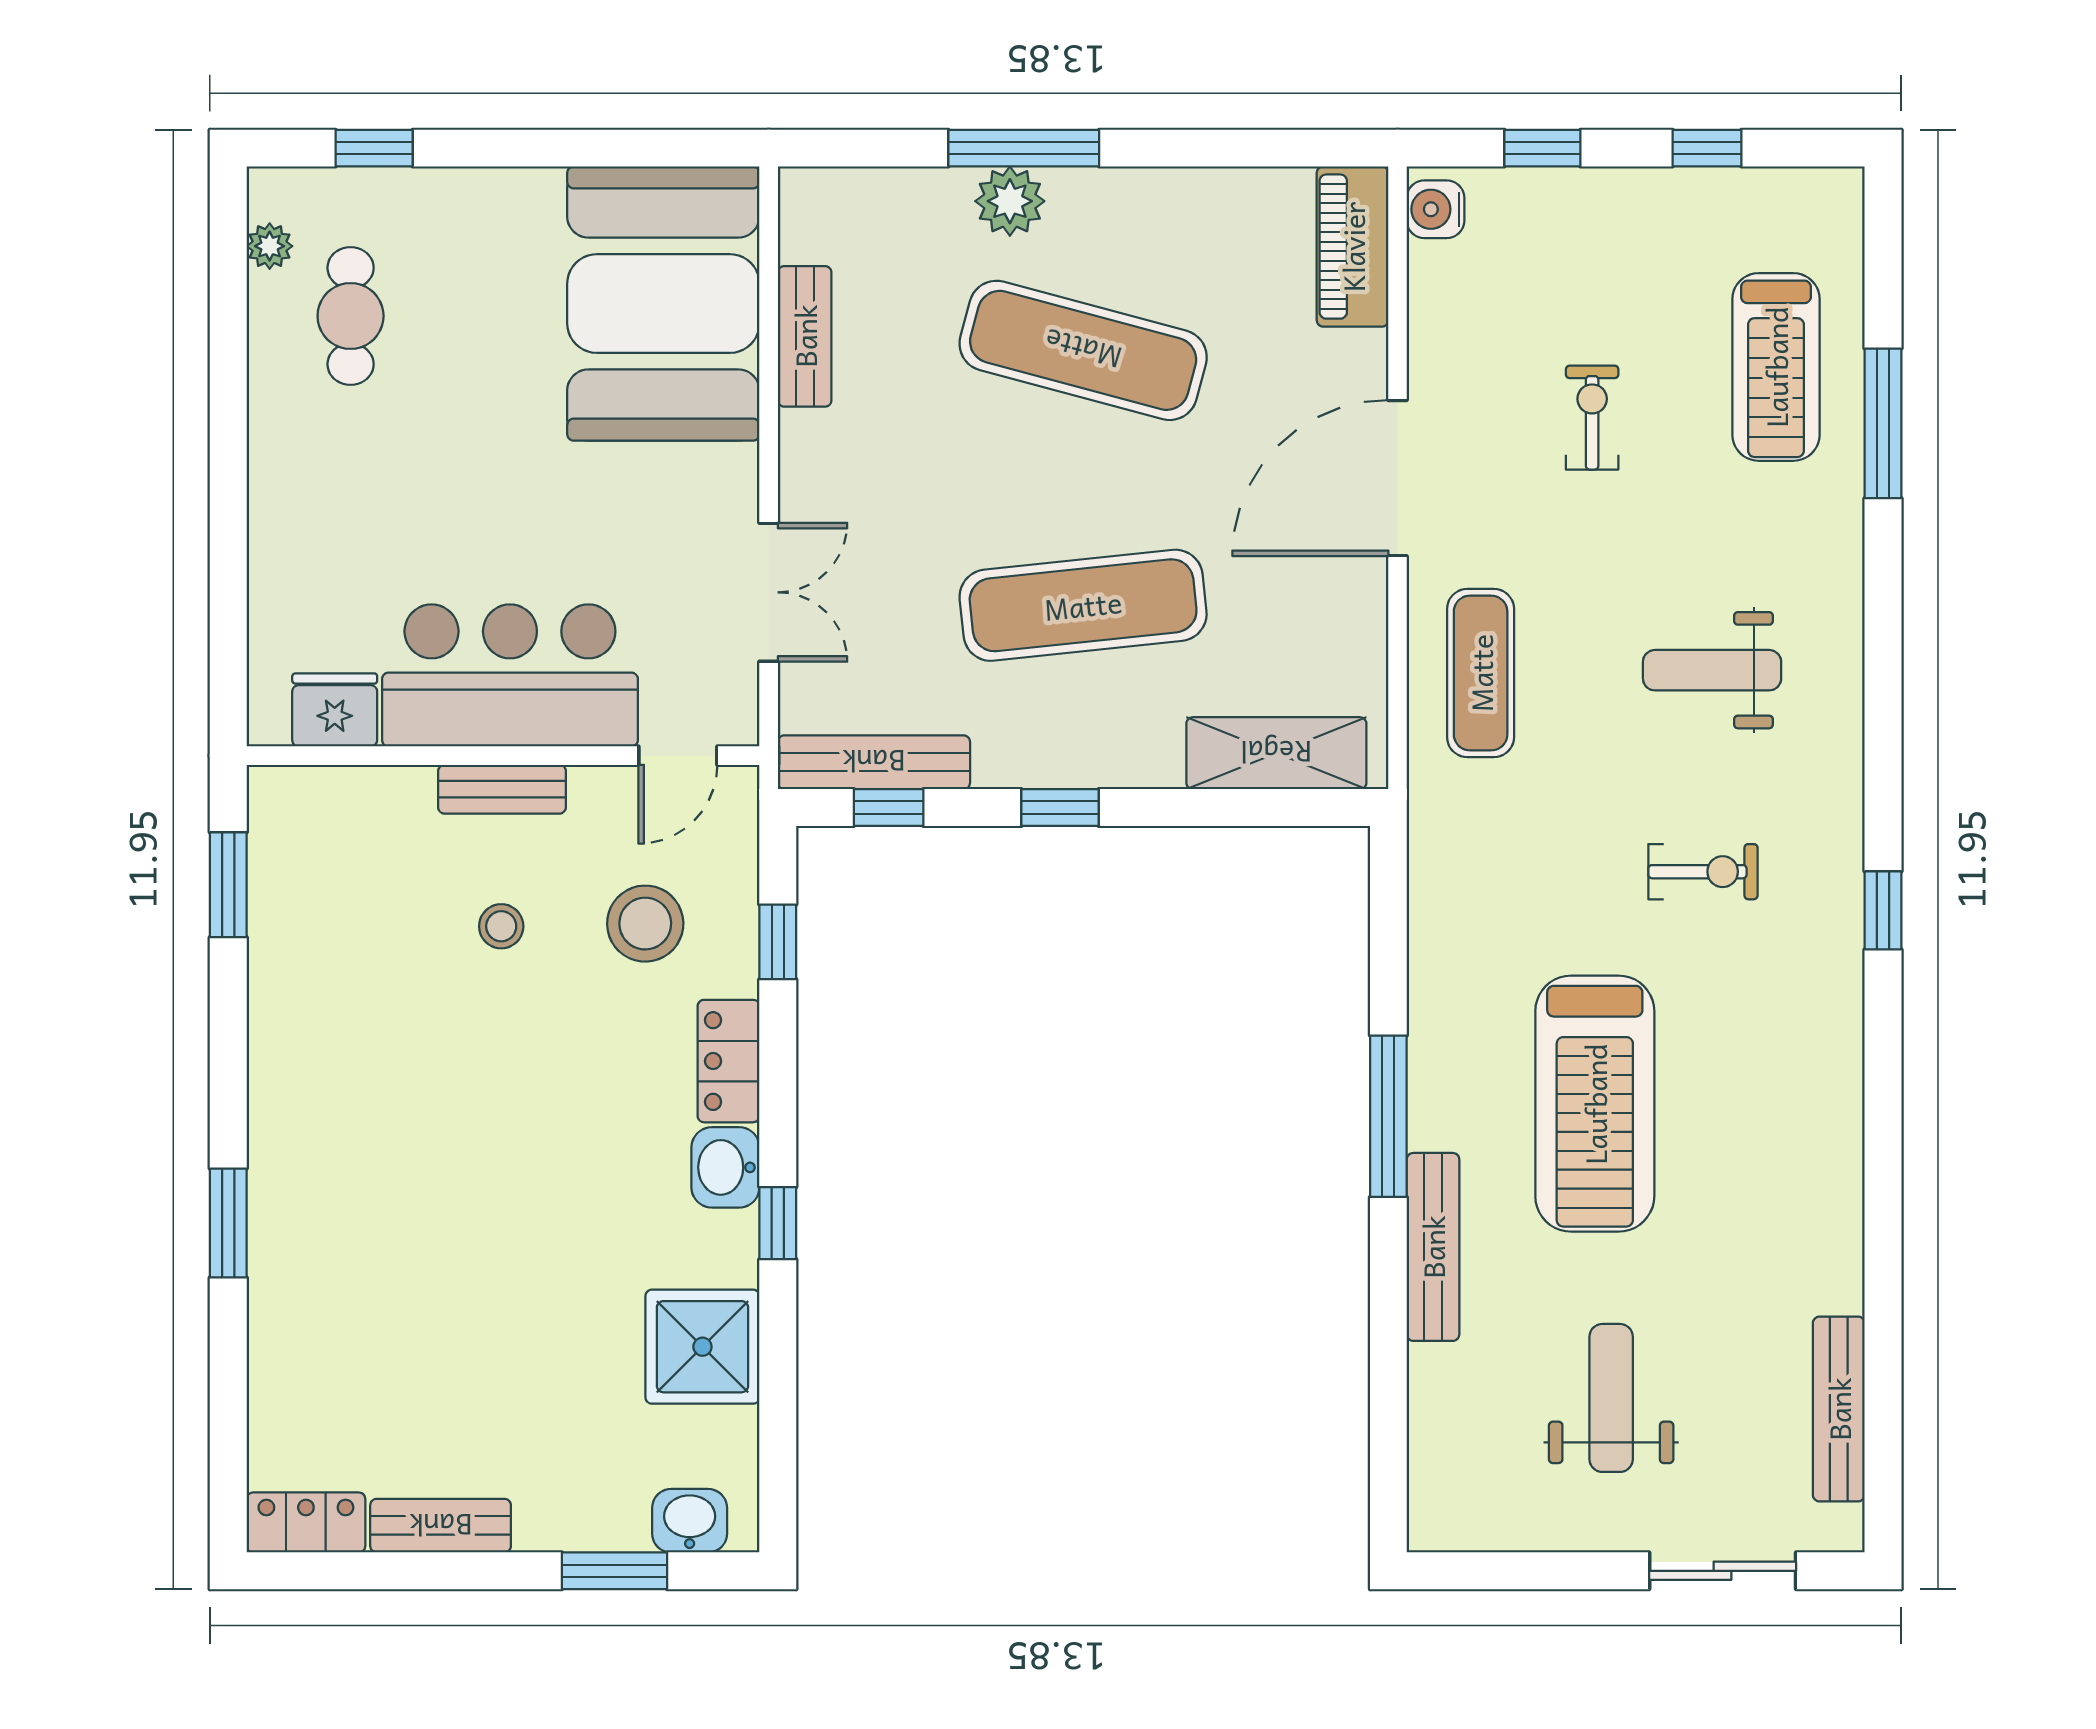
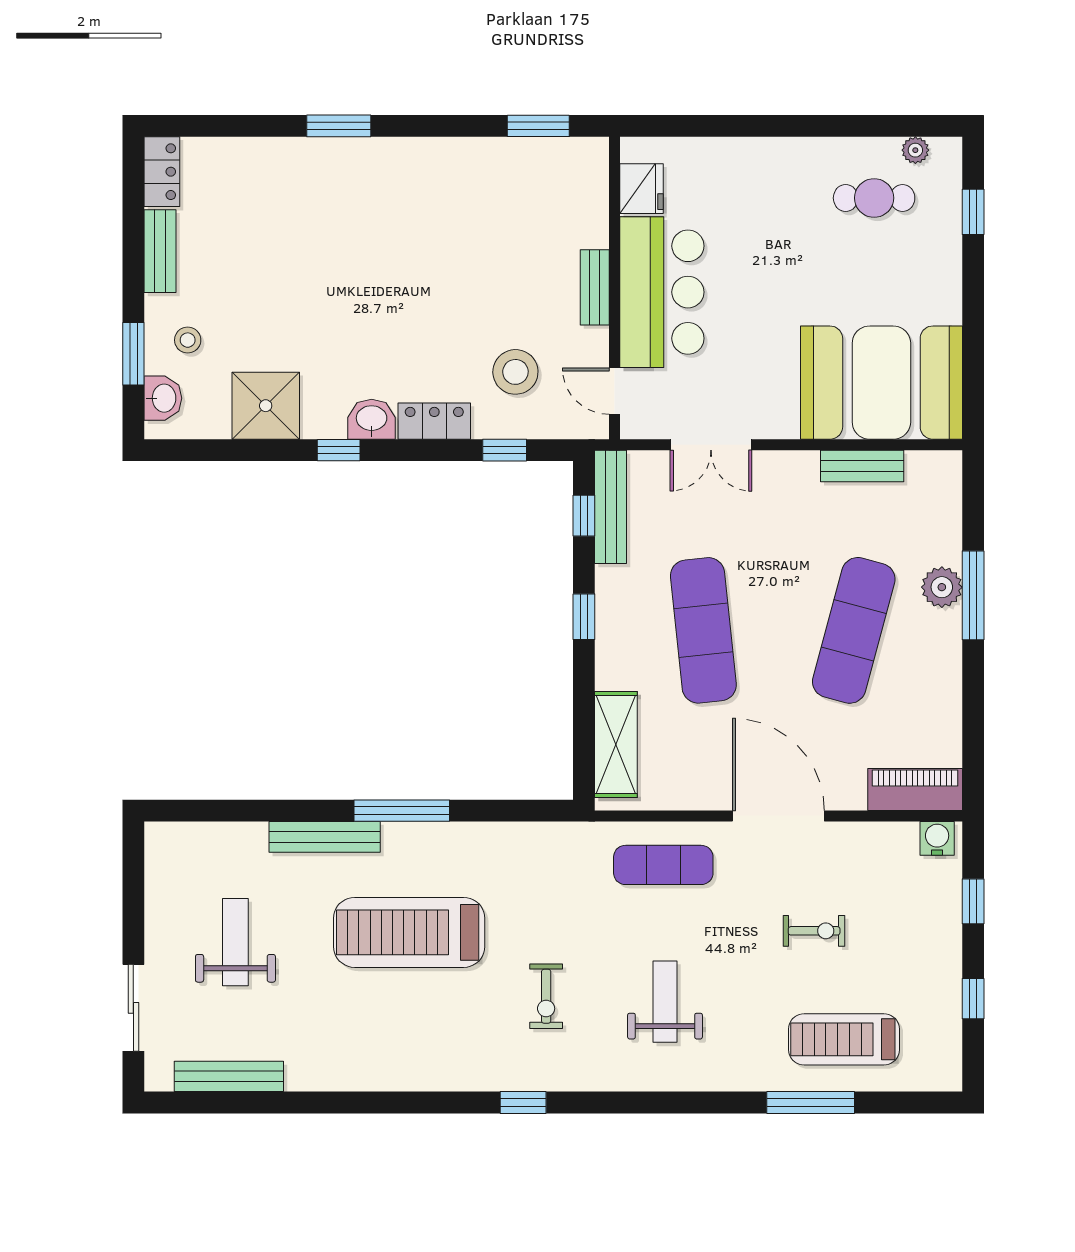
stool: (501, 926) -> (188, 340), moved
weight bench: (1611, 1398) -> (235, 942), turned -90

